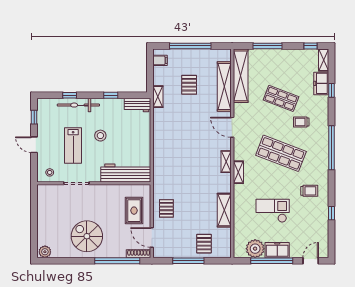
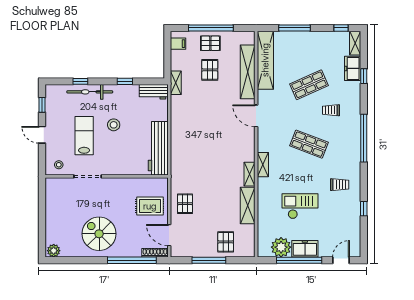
pallet: (190, 60) -> (210, 43), added
shop shelf: (281, 98) -> (309, 85), turned -45
lab bench: (73, 145) -> (84, 136), turned 180
shop shelf: (281, 153) -> (309, 144), width x0.70, depth x0.74
shelving: (226, 162) -> (250, 174), moved
workbench: (126, 173) -> (158, 148), moved, turned -90
rug: (134, 211) -> (150, 206), turned 90

